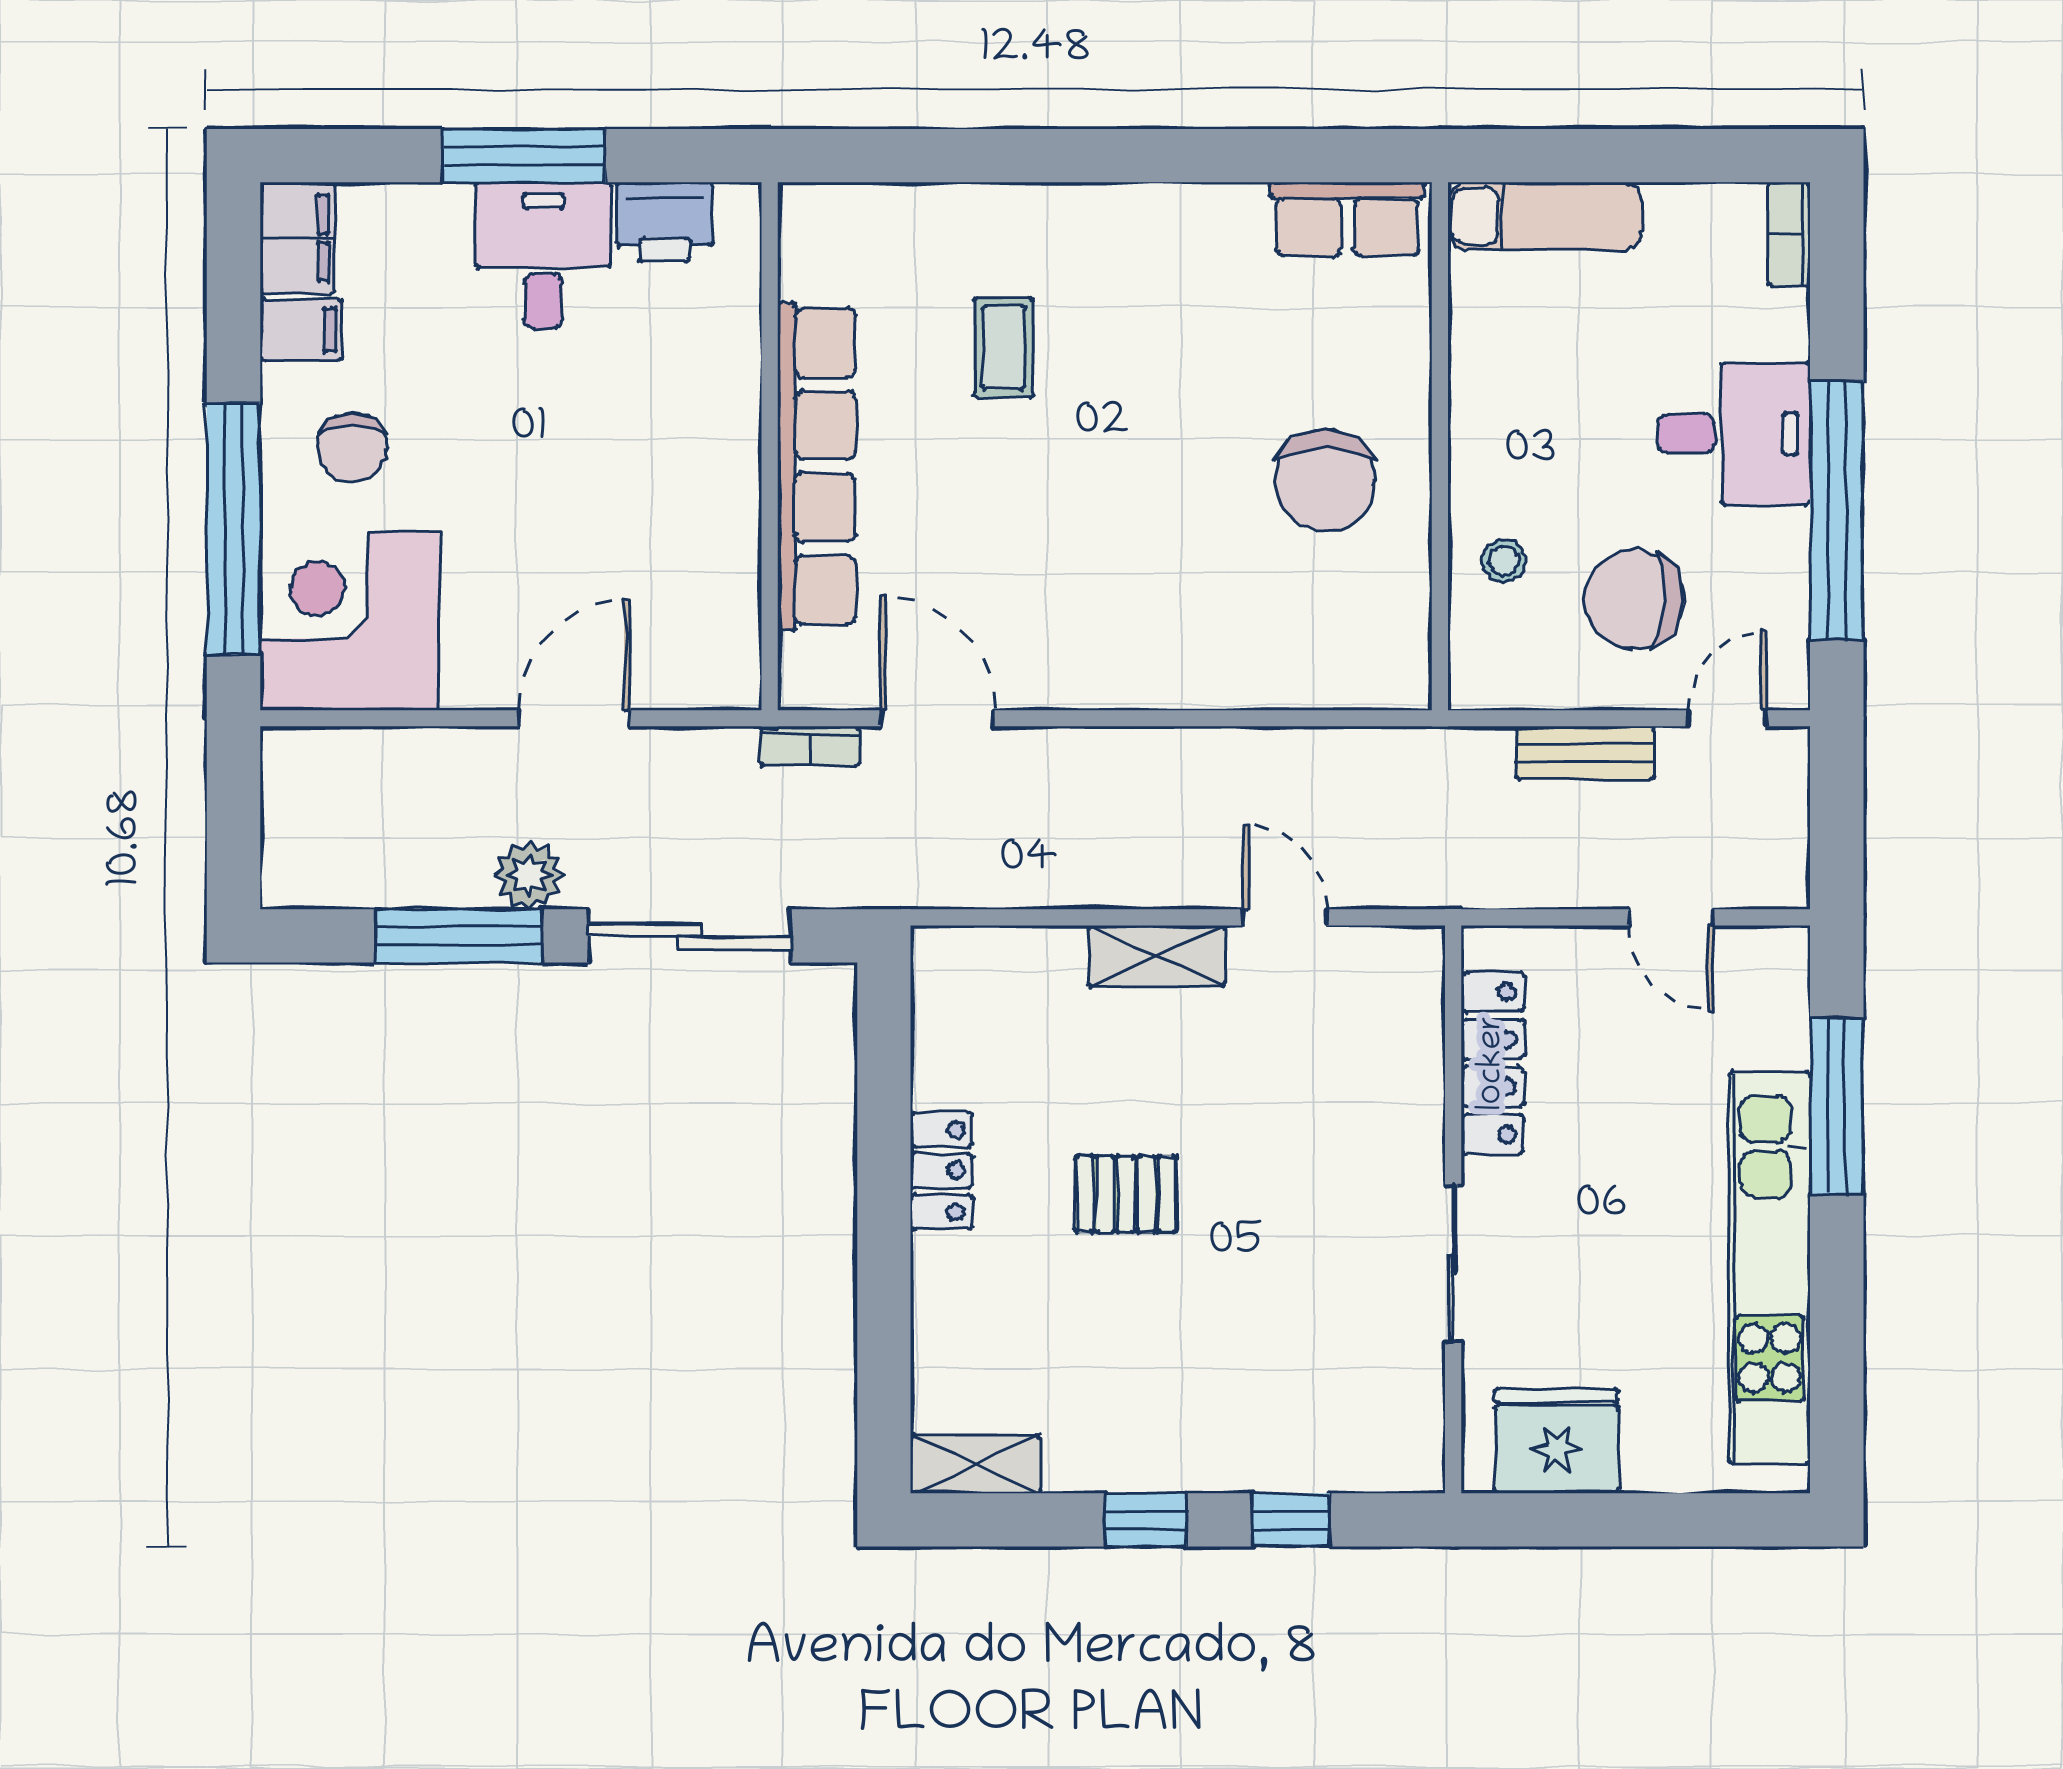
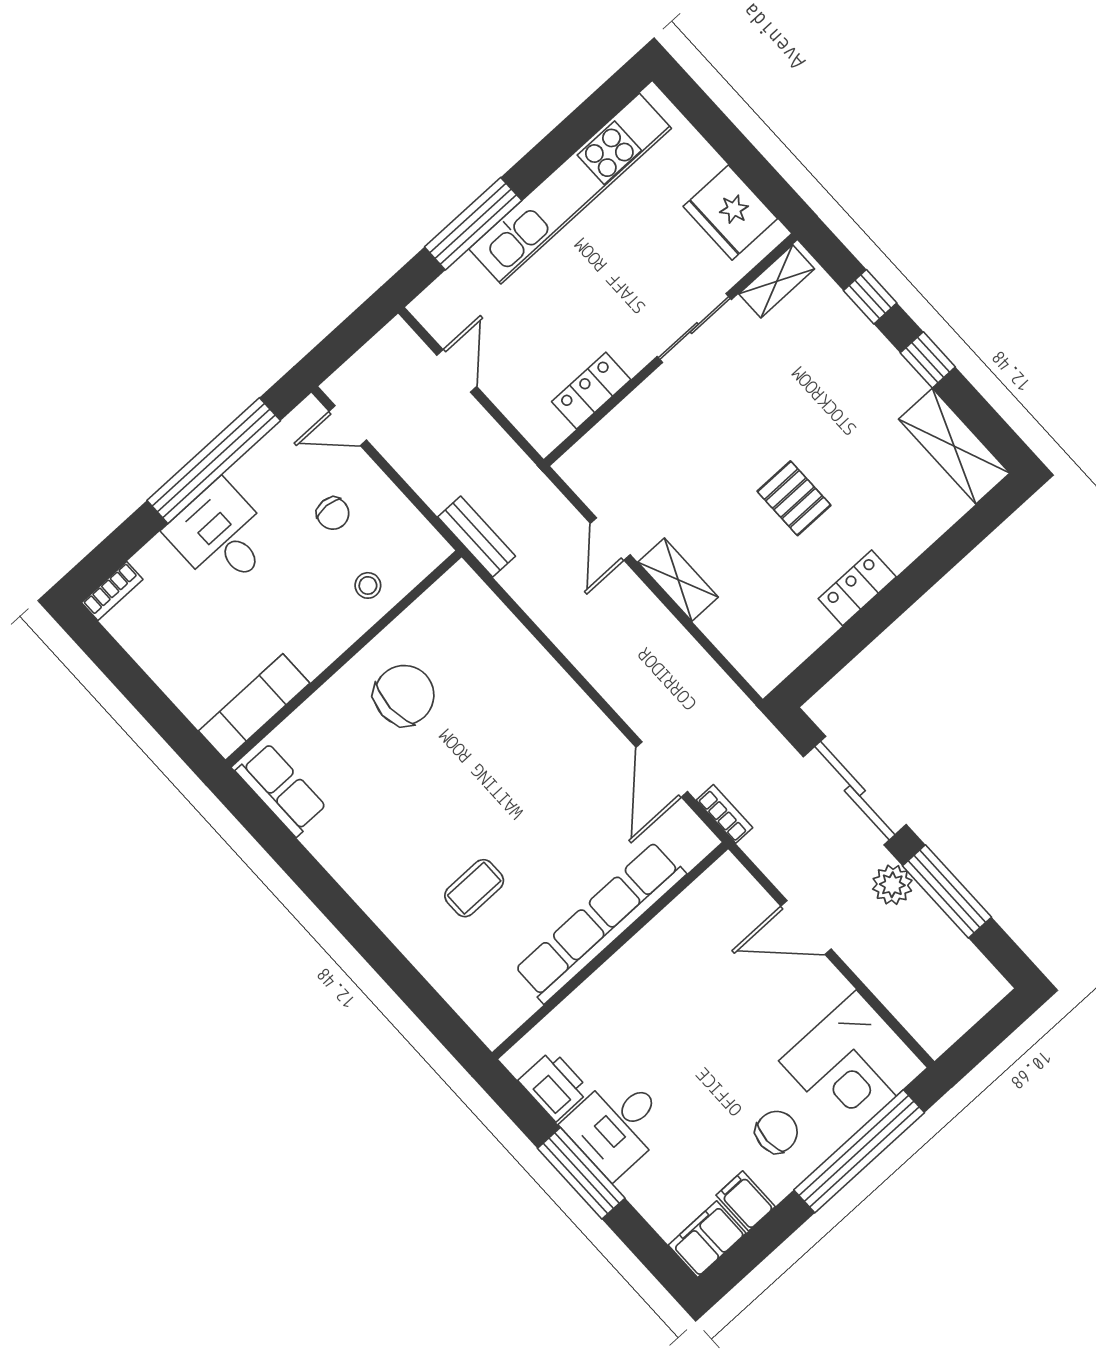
exam couch: (1545, 216) -> (254, 707), moved, turned -90
chair: (1634, 599) -> (333, 513), width x0.54, depth x0.54
bench: (1585, 753) -> (477, 537), moved
locker: (1493, 1063) -> (591, 391), width x0.66
shelving: (1417, 1420) -> (777, 281), added
shelving: (975, 1464) -> (954, 446), width x1.50, depth x1.33

